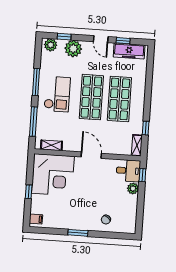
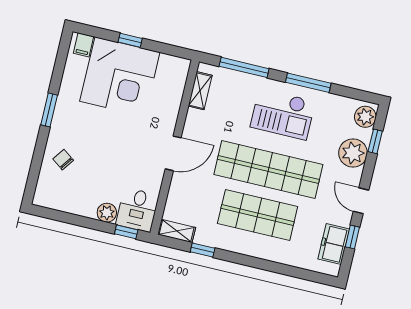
door: (101, 39) -> (361, 201), hinge flipped
freezer: (129, 51) -> (334, 244), width x0.71
shop shelf: (91, 97) -> (268, 169), width x1.40
corner desk: (53, 175) -> (120, 77), moved, turned -90

